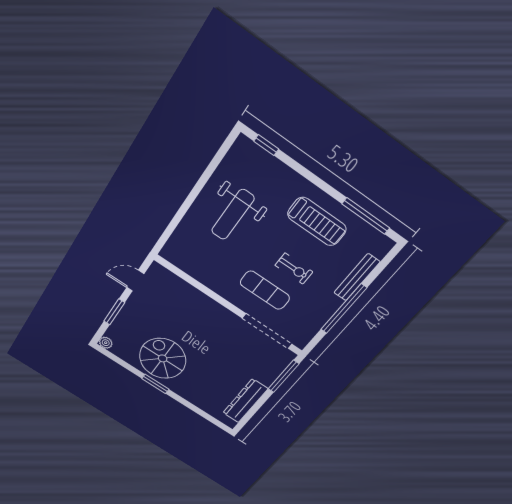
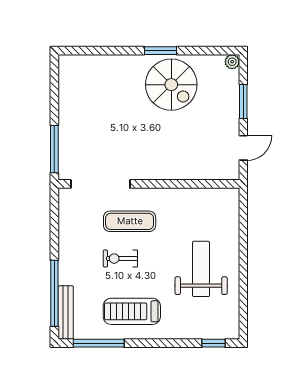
bench: (357, 277) -> (66, 313), moved
window: (344, 309) -> (54, 293), moved
dresser: (245, 401) -> (69, 96), removed

